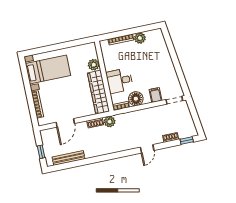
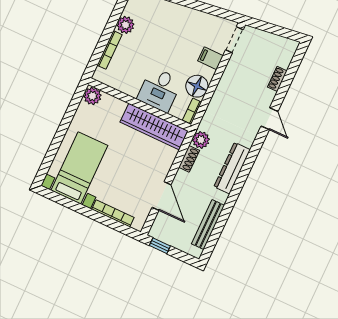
plant: (94, 65) -> (93, 96), moved
window: (187, 141) -> (296, 62), removed
dresser: (107, 149) -> (232, 168), added
window: (41, 152) -> (160, 246), moved

